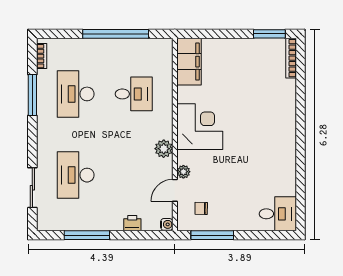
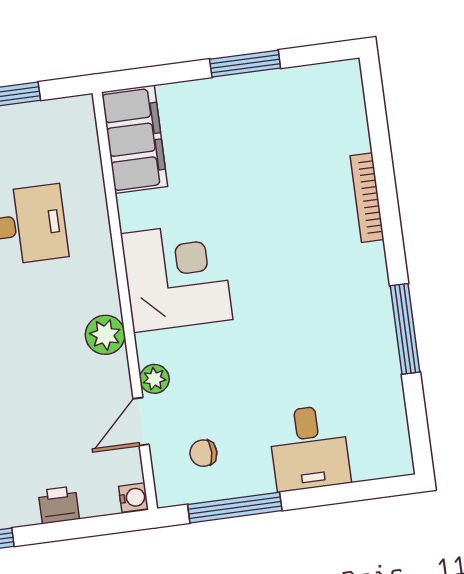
window: (269, 34) -> (245, 64), moved
bookcase: (291, 58) -> (367, 198), moved
window: (300, 164) -> (405, 329), added
desk: (278, 214) -> (309, 448), moved, turned 90

